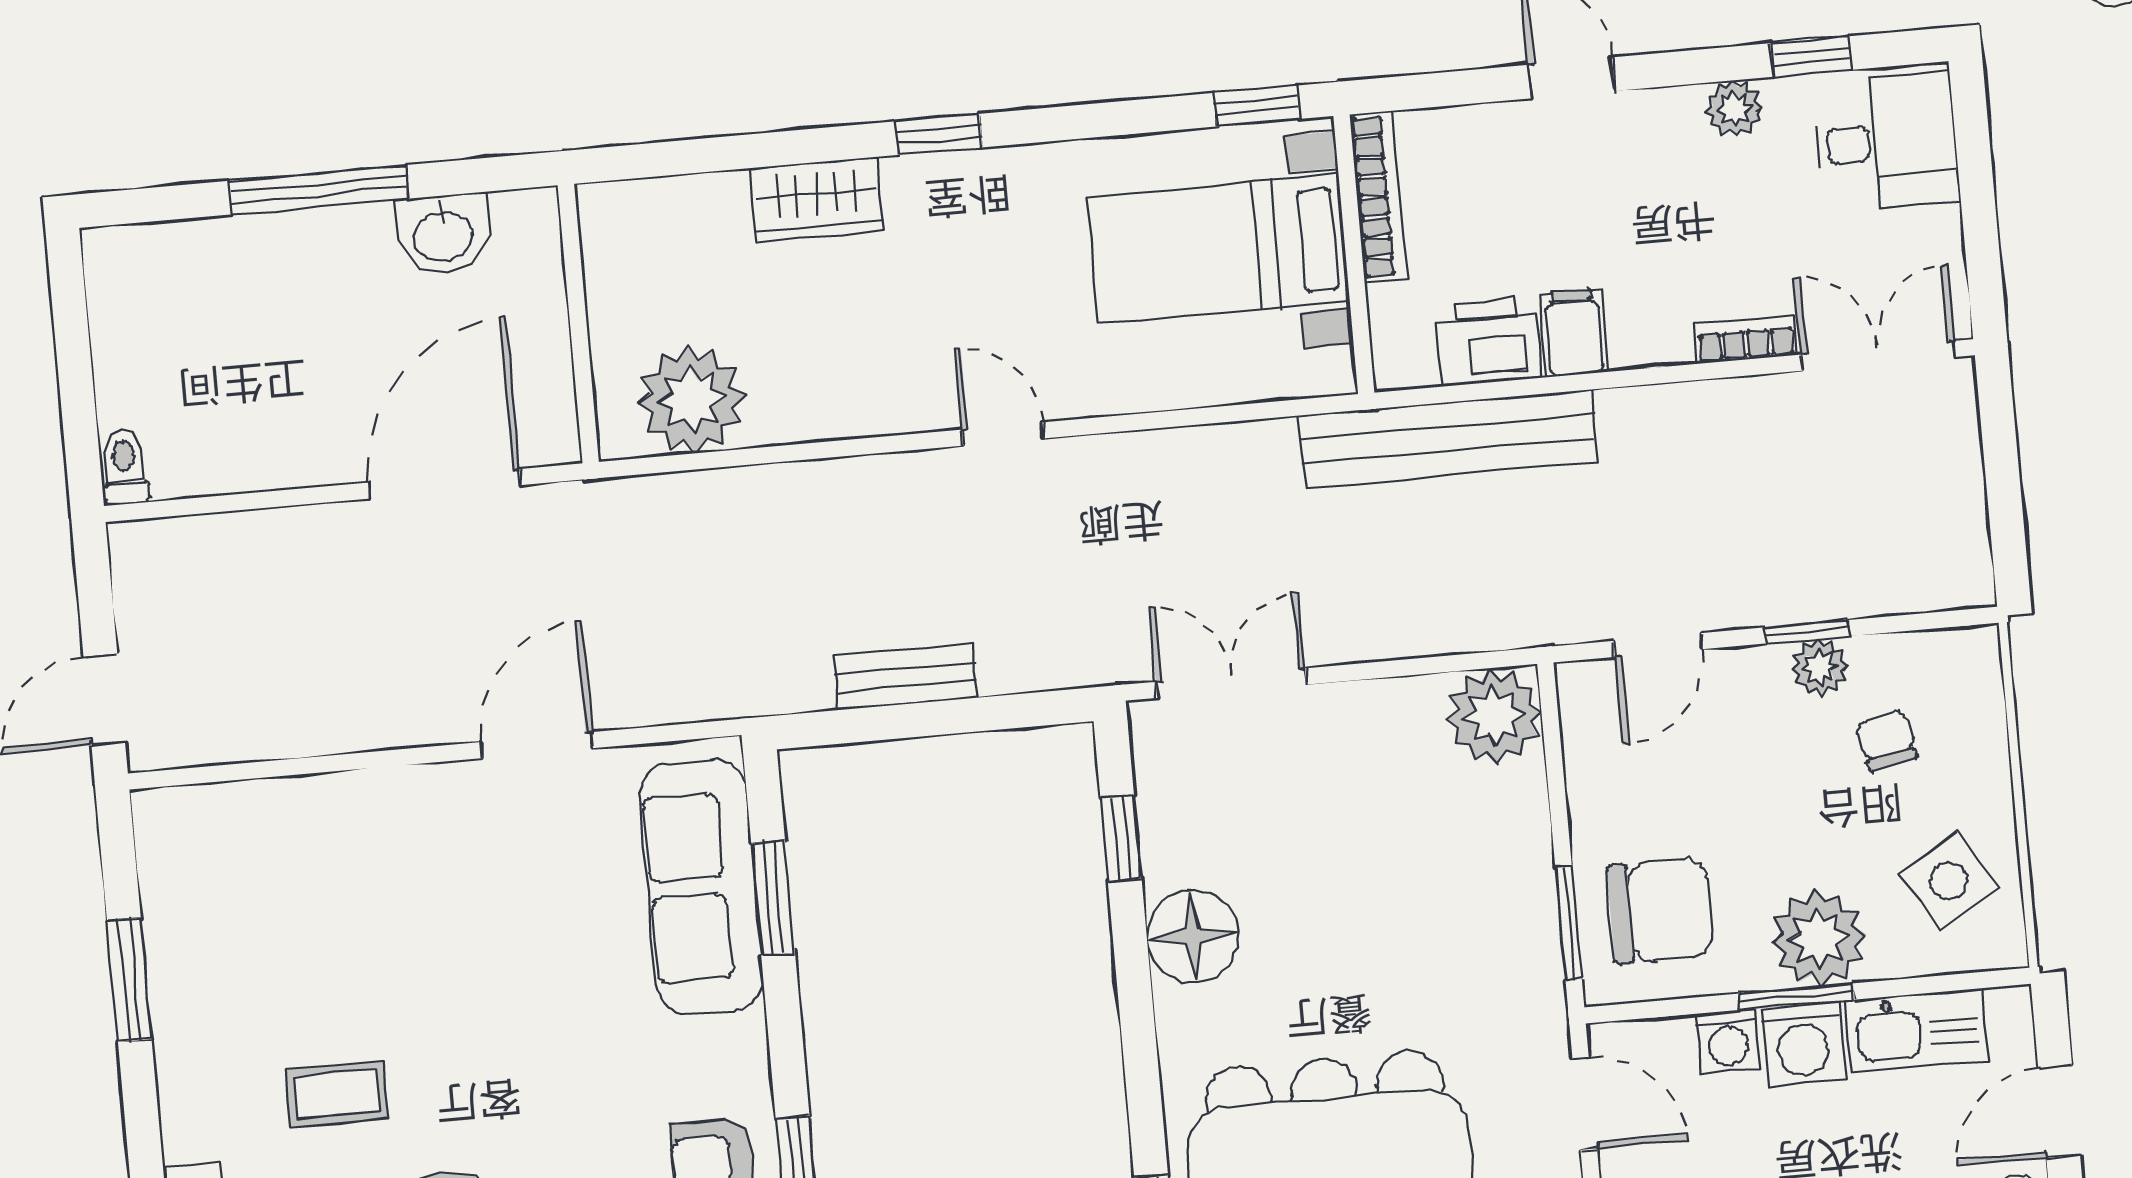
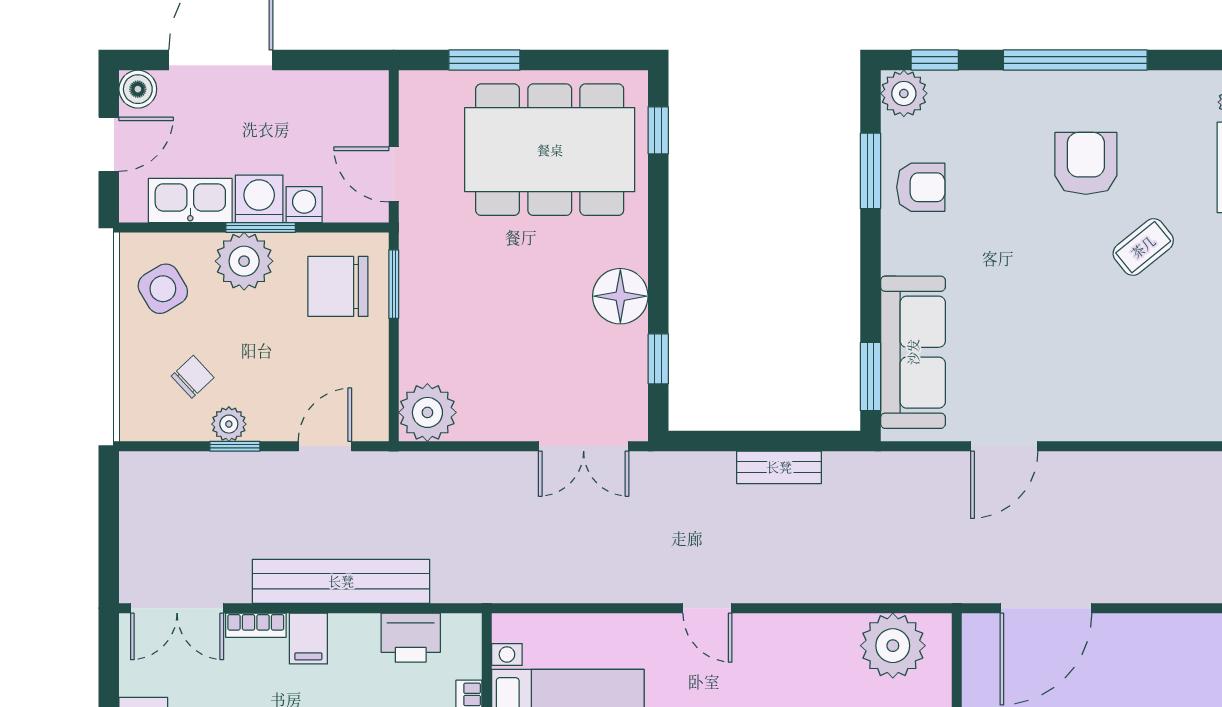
filing cabinet: (1574, 333) -> (308, 639), moved
bench: (1448, 439) -> (341, 581), moved
chair: (1887, 740) -> (193, 377), turned -122
window: (773, 898) -> (870, 377), moved
coffee table: (337, 1094) -> (1143, 247), turned -39

